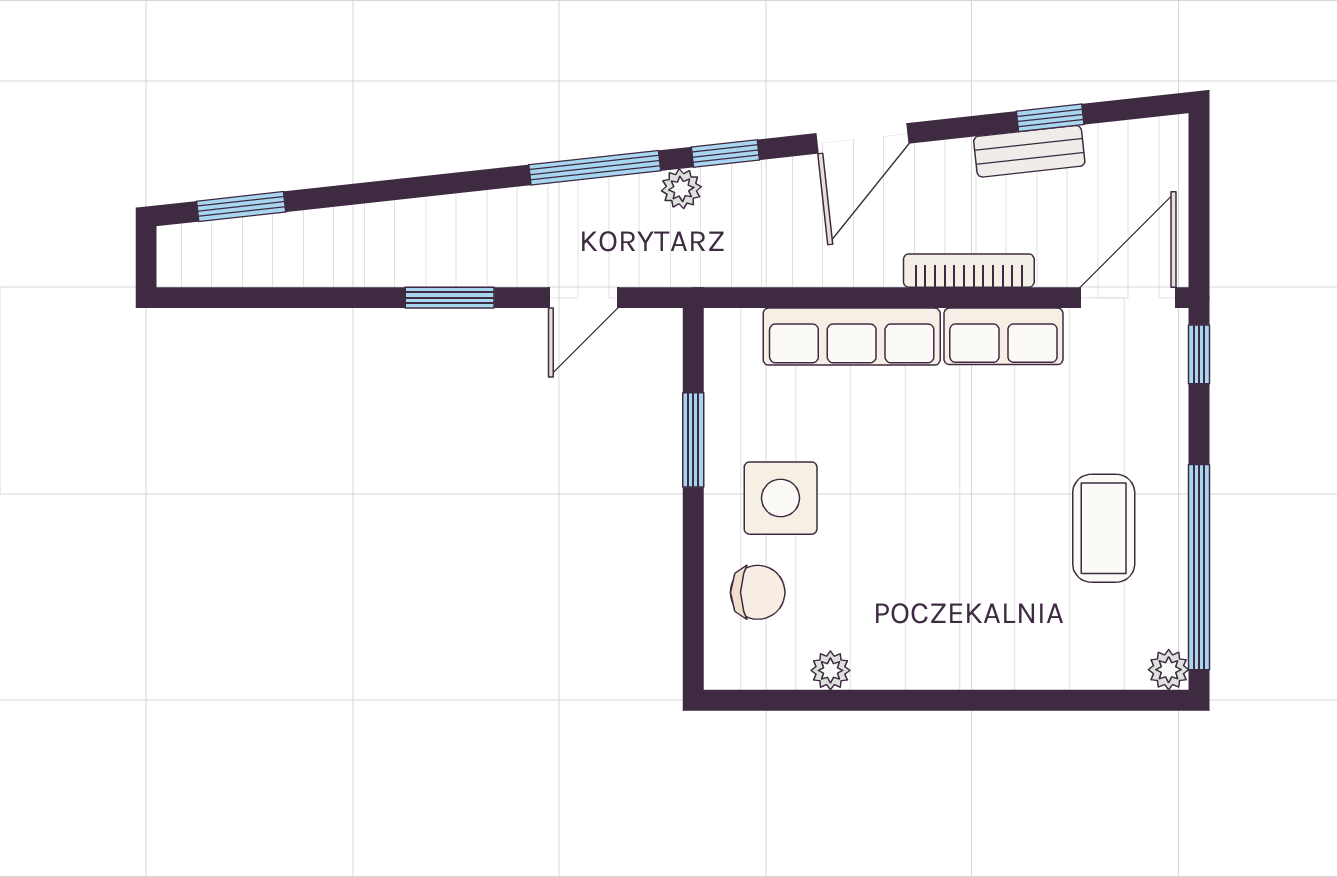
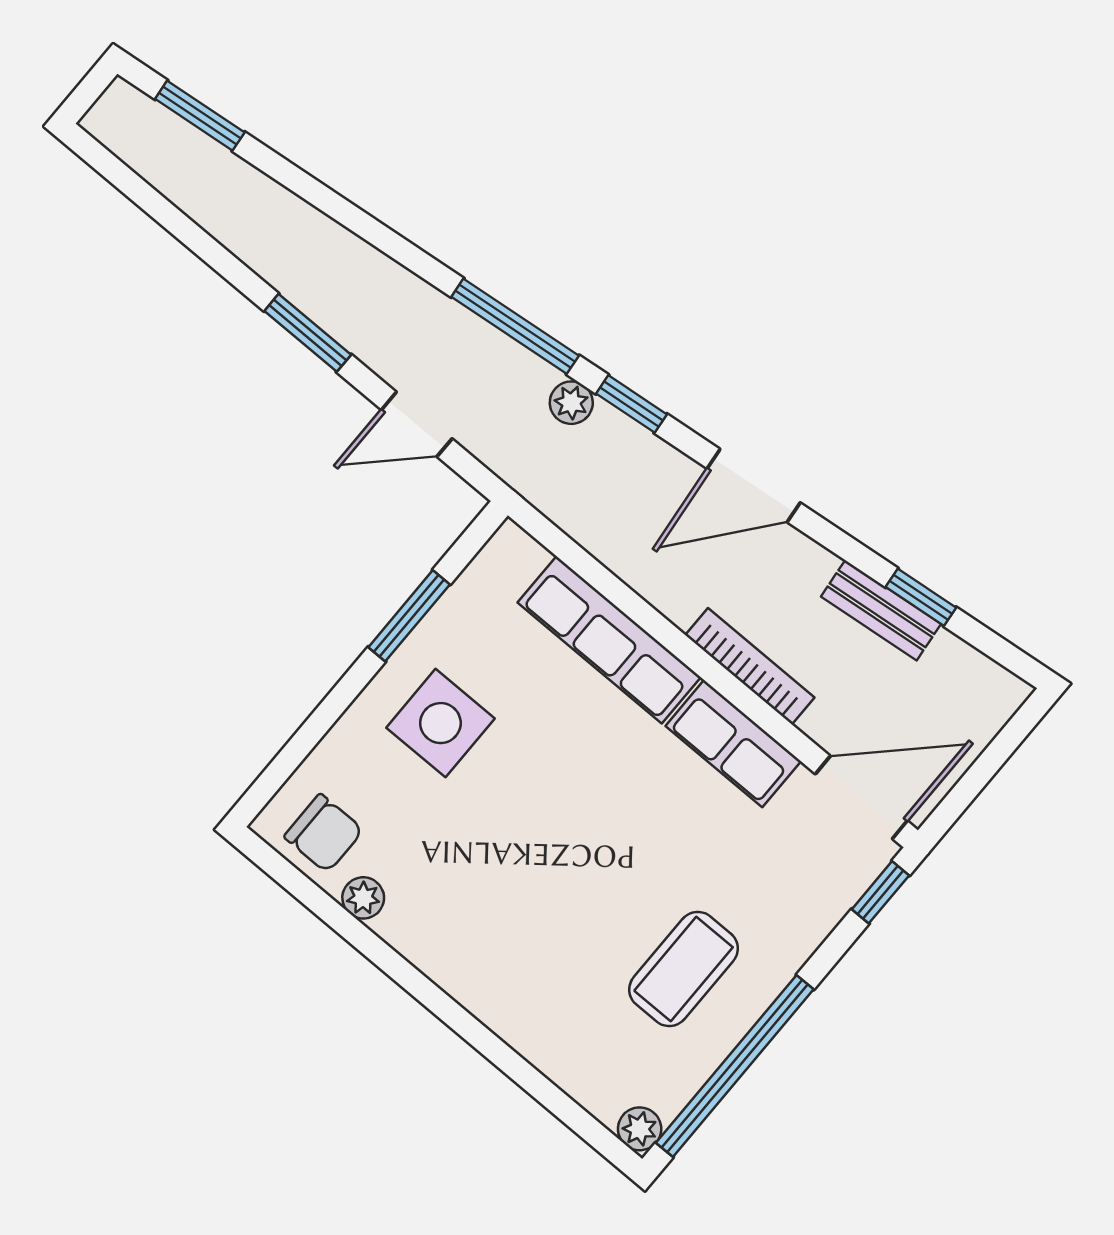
chair: (758, 592) -> (324, 833), moved

